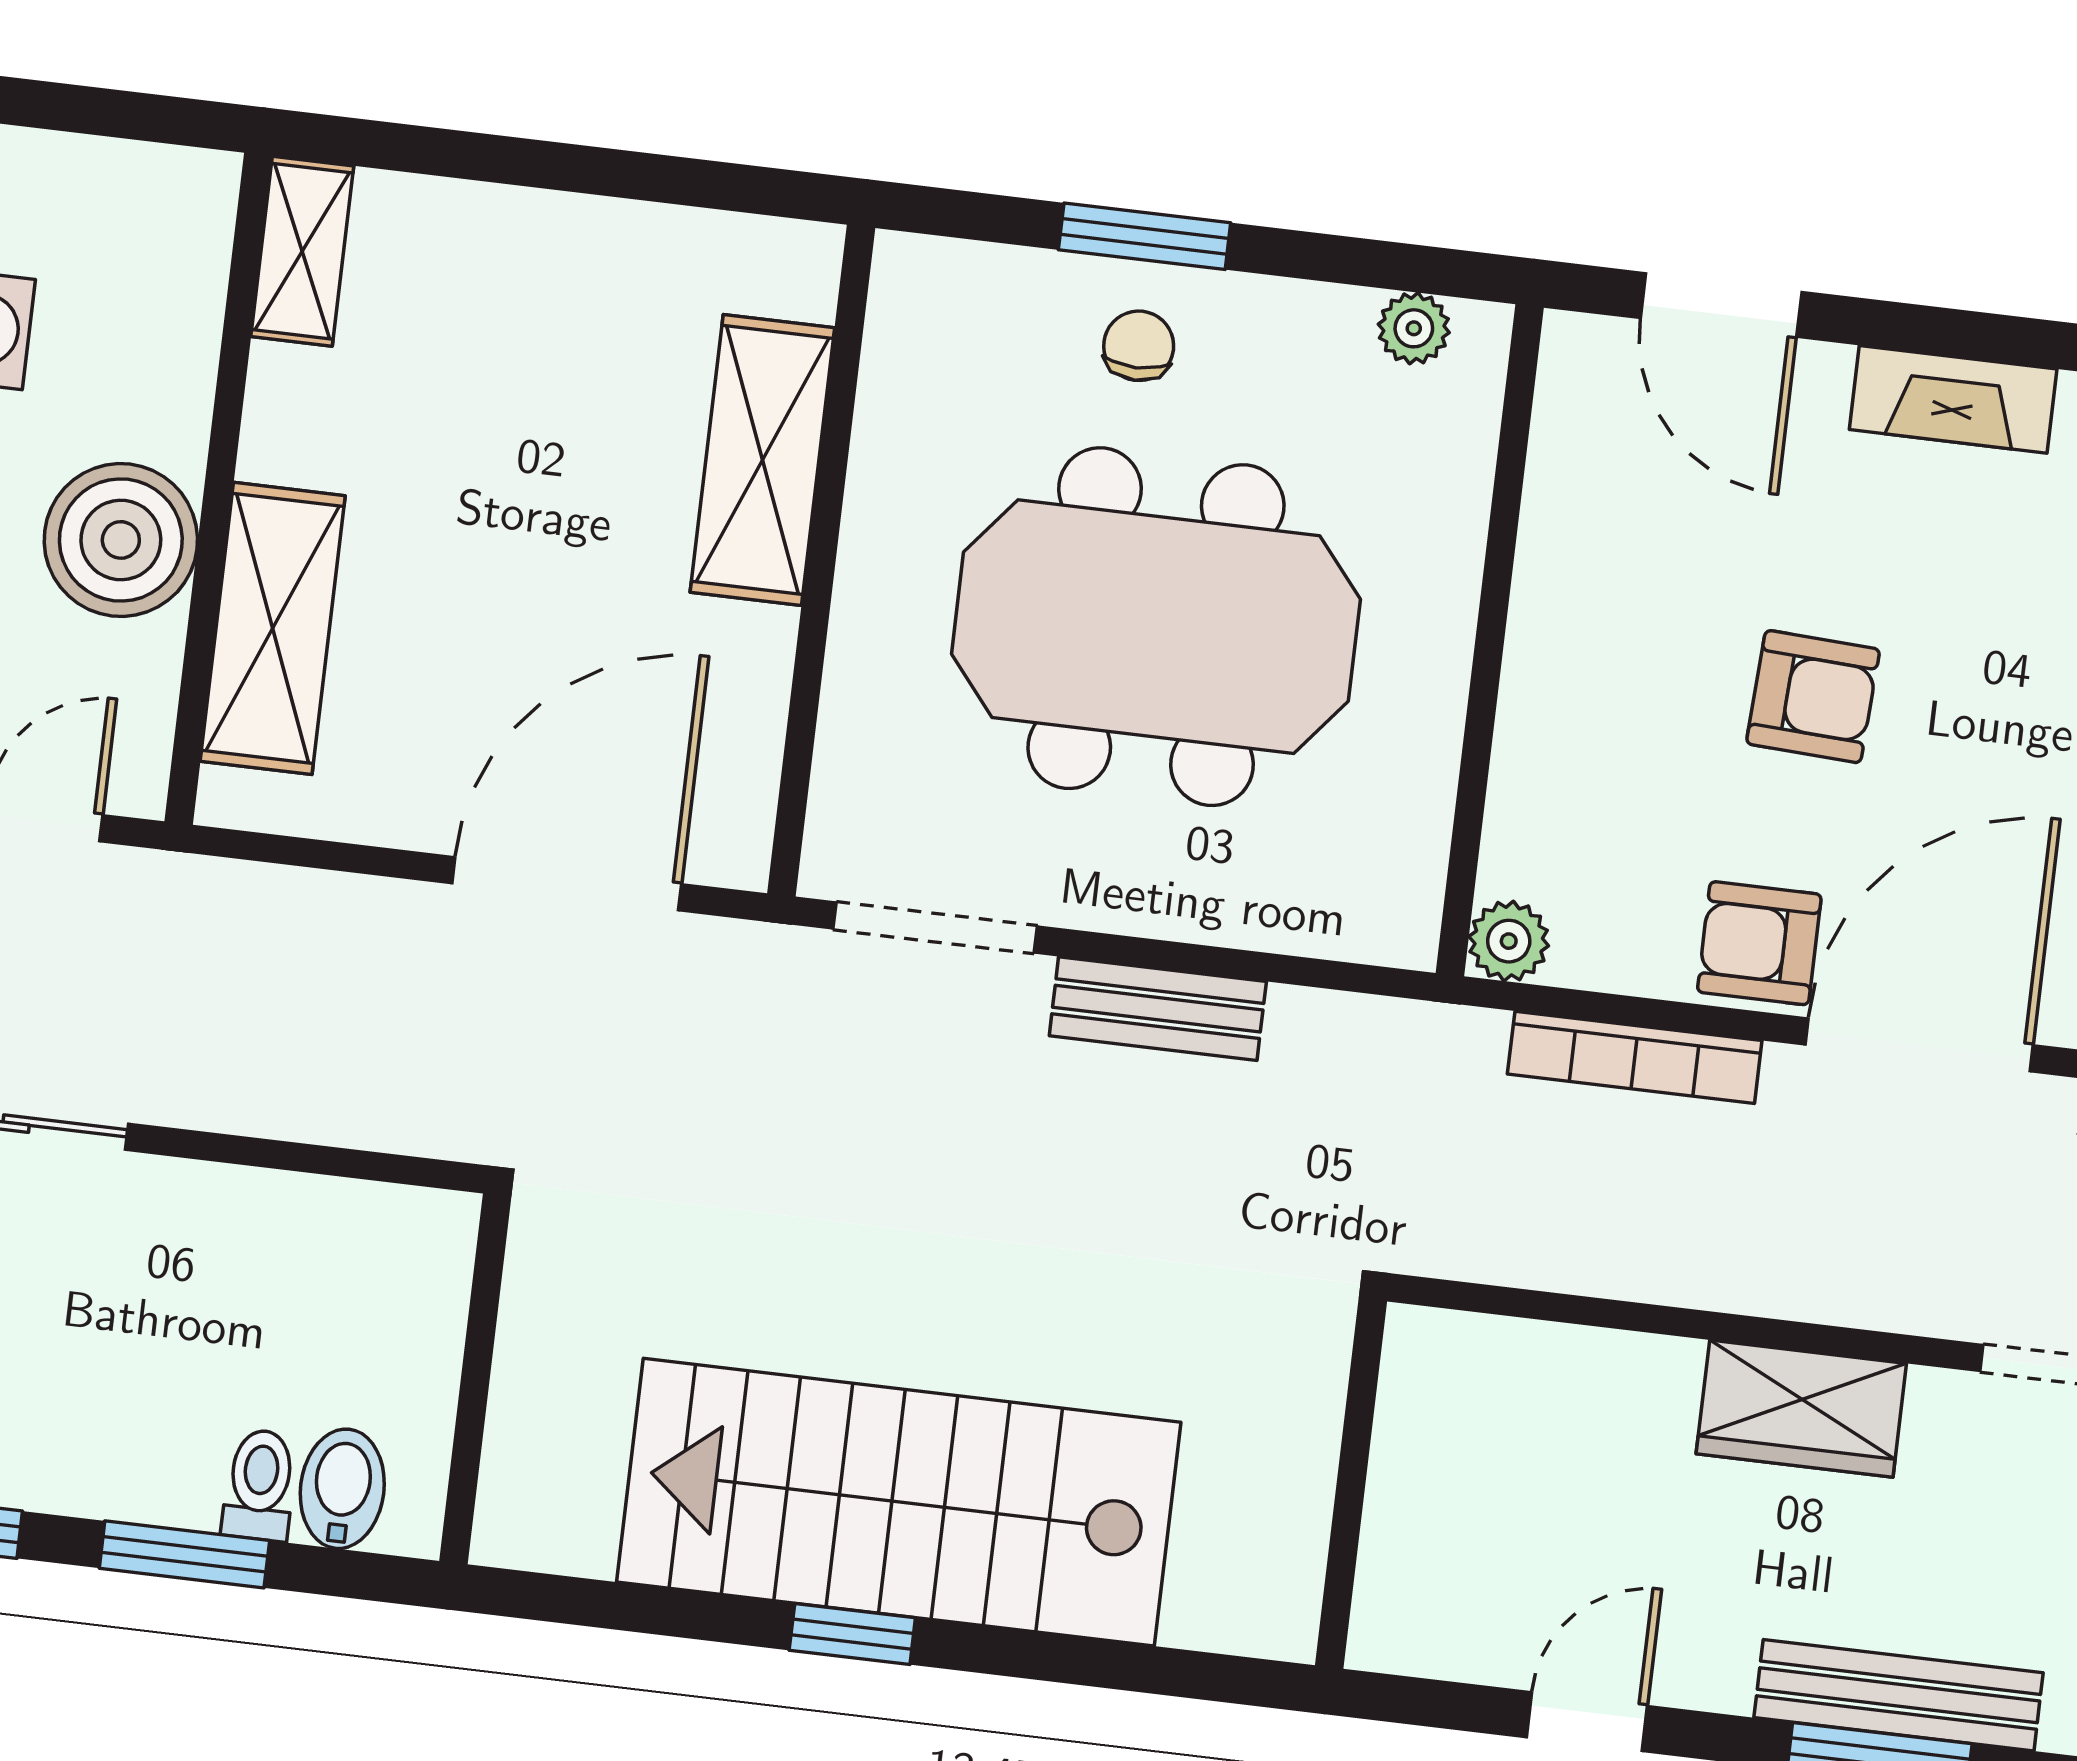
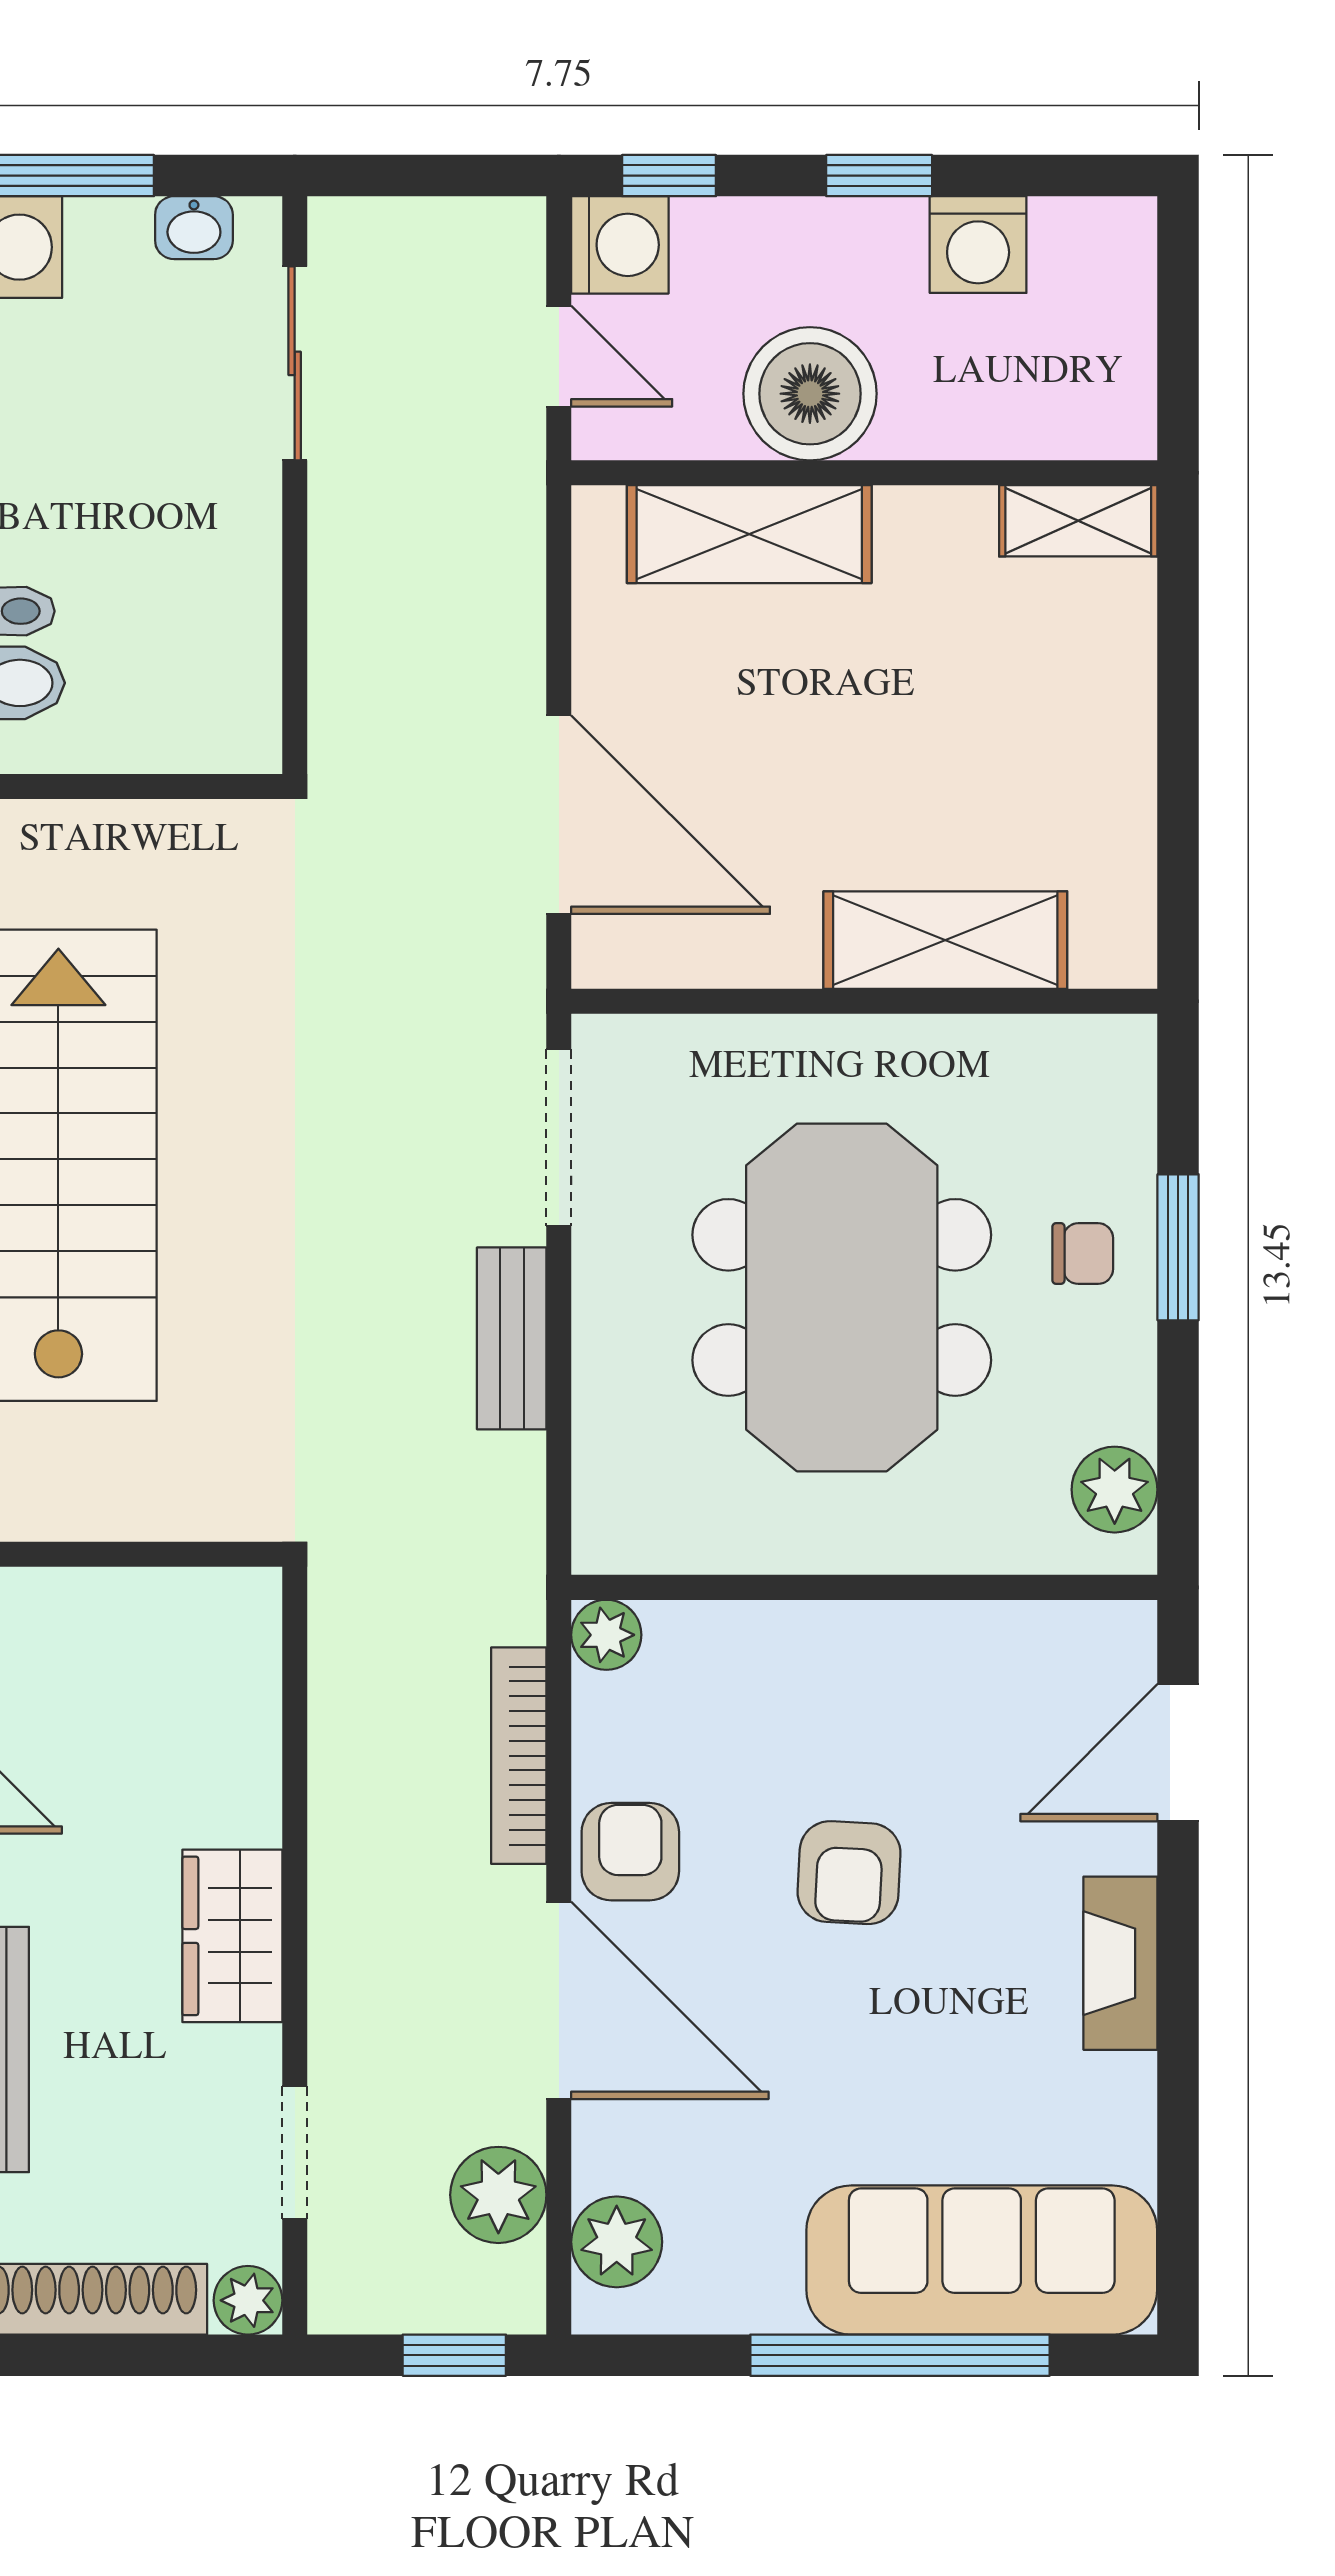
plant: (1414, 328) -> (1115, 1490), width x1.38, depth x1.38

